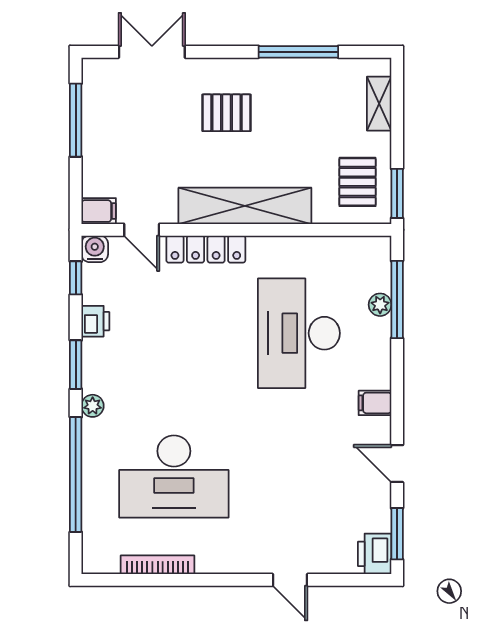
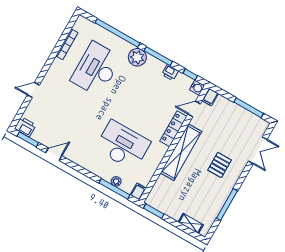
pallet: (357, 182) -> (166, 199), removed
window: (76, 365) -> (158, 56), width x1.44
filing cabinet: (375, 403) -> (138, 191), moved
plant: (93, 406) -> (137, 57), width x1.87, depth x1.87

